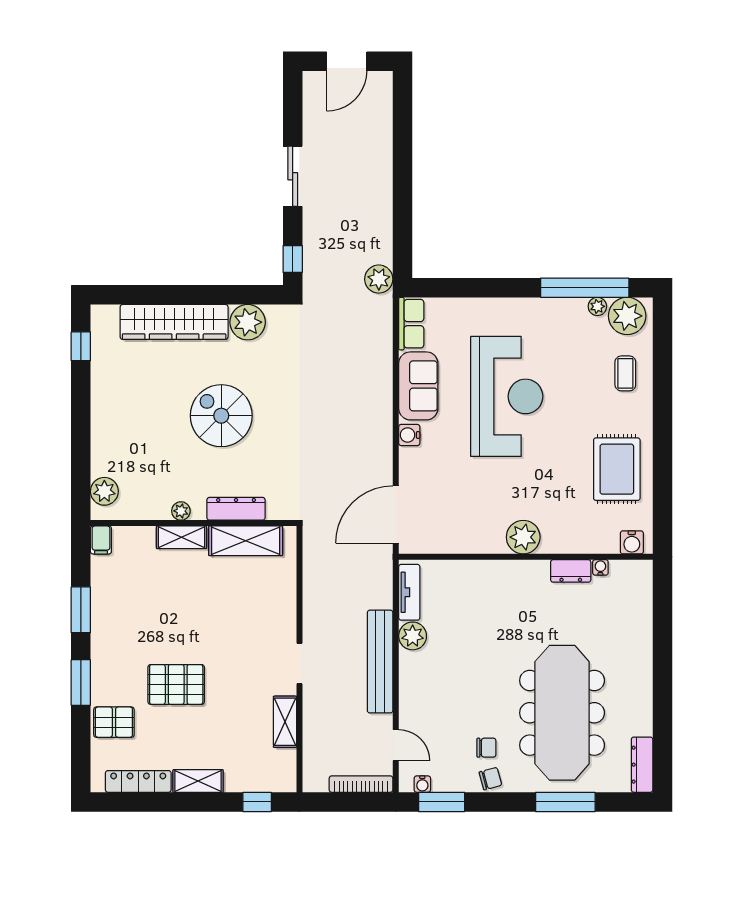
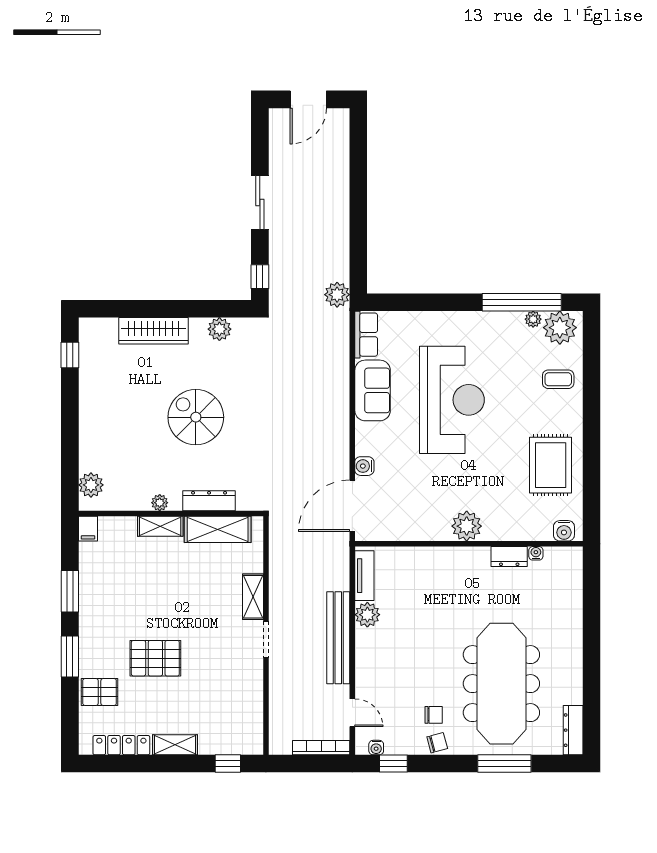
wardrobe: (174, 322) -> (154, 331), width x0.71, depth x0.85
plant: (248, 322) -> (219, 329), width x0.73, depth x0.73
coffee table: (625, 373) -> (558, 379), turned 90
water cooler: (409, 435) -> (364, 466), moved
shelving: (285, 722) -> (253, 597), moved
window: (442, 802) -> (393, 764), width x0.67

